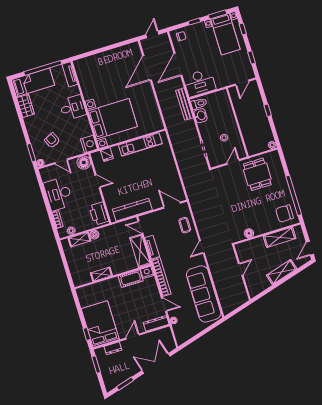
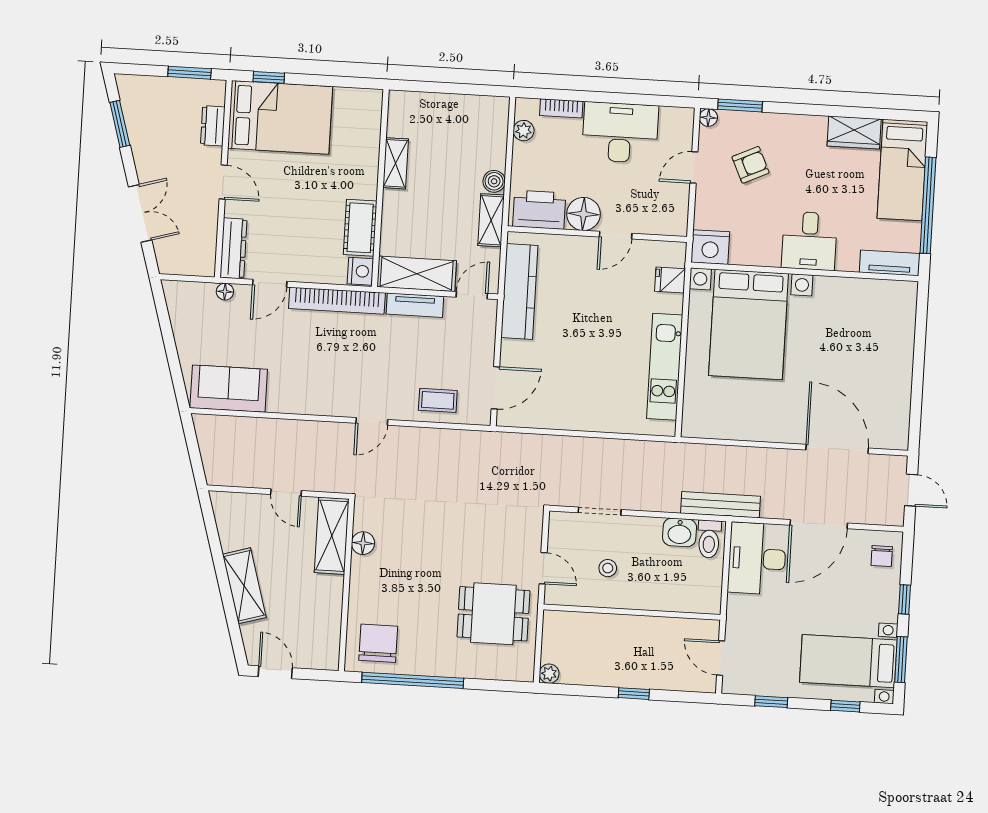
door: (178, 64) -> (819, 524), swing flipped
floor lamp: (84, 162) -> (583, 214), moved
shelving: (280, 237) -> (332, 536), moved
shelving: (79, 239) -> (491, 220), moved
door: (202, 247) -> (372, 421), swing flipped
sofa: (204, 294) -> (229, 389), width x0.54, depth x0.79
double door: (156, 363) -> (140, 213), width x0.73

